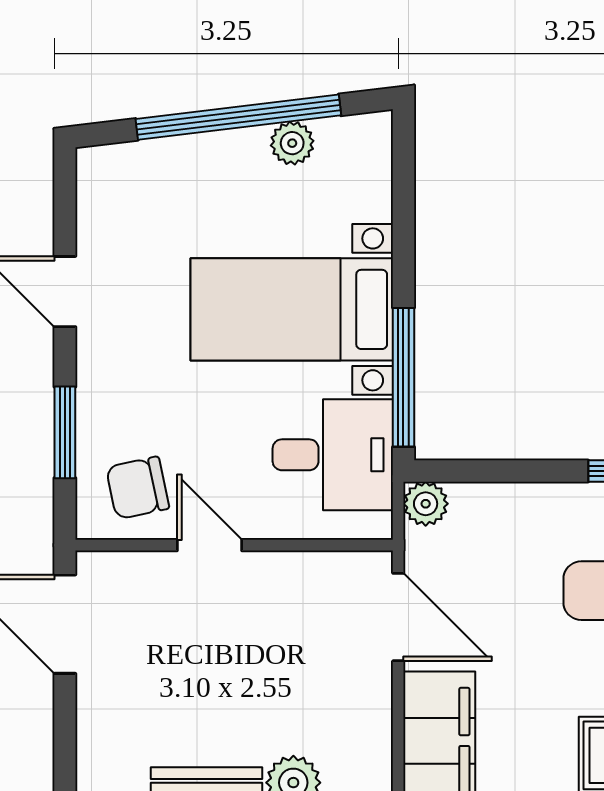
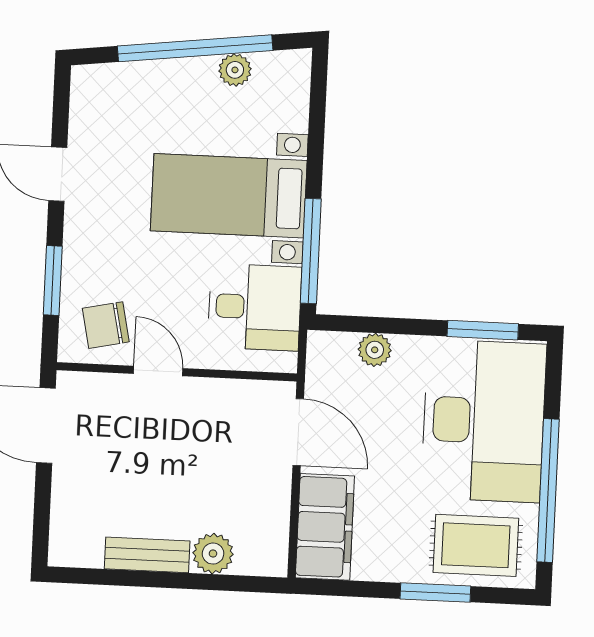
plant: (426, 504) -> (375, 350), moved

